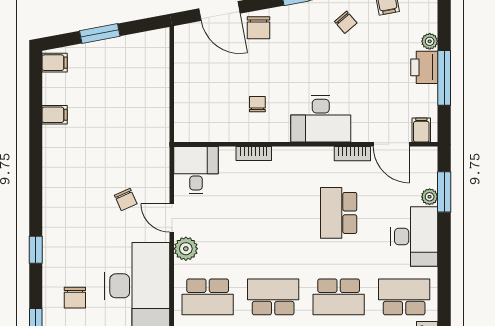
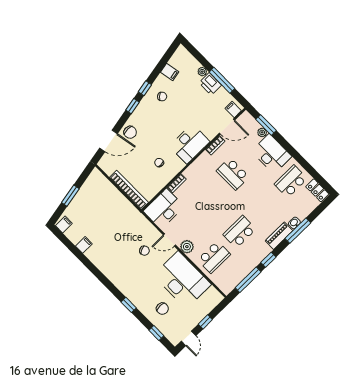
bookcase: (183, 101) -> (129, 190), added
desk: (196, 170) -> (164, 209), width x1.37
school desk: (339, 297) -> (265, 207), removed

